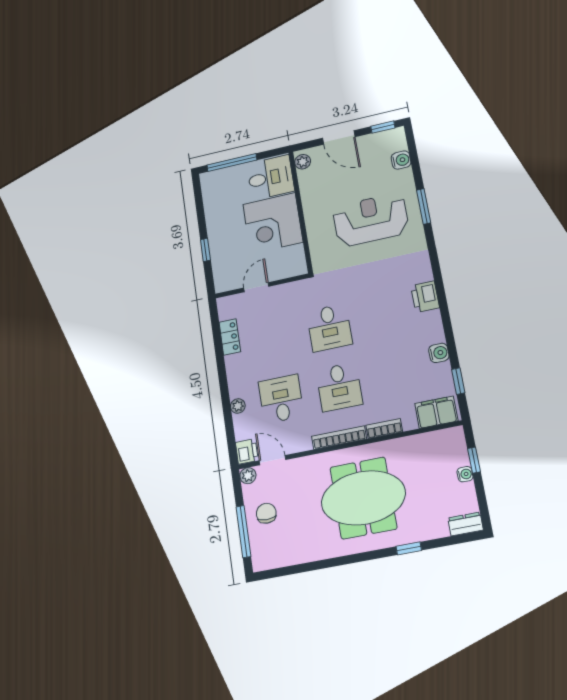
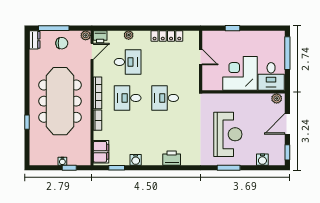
locker: (230, 337) -> (167, 36), width x1.53
meeting table: (363, 498) -> (60, 101), width x1.36
dresser: (466, 524) -> (35, 40), moved

